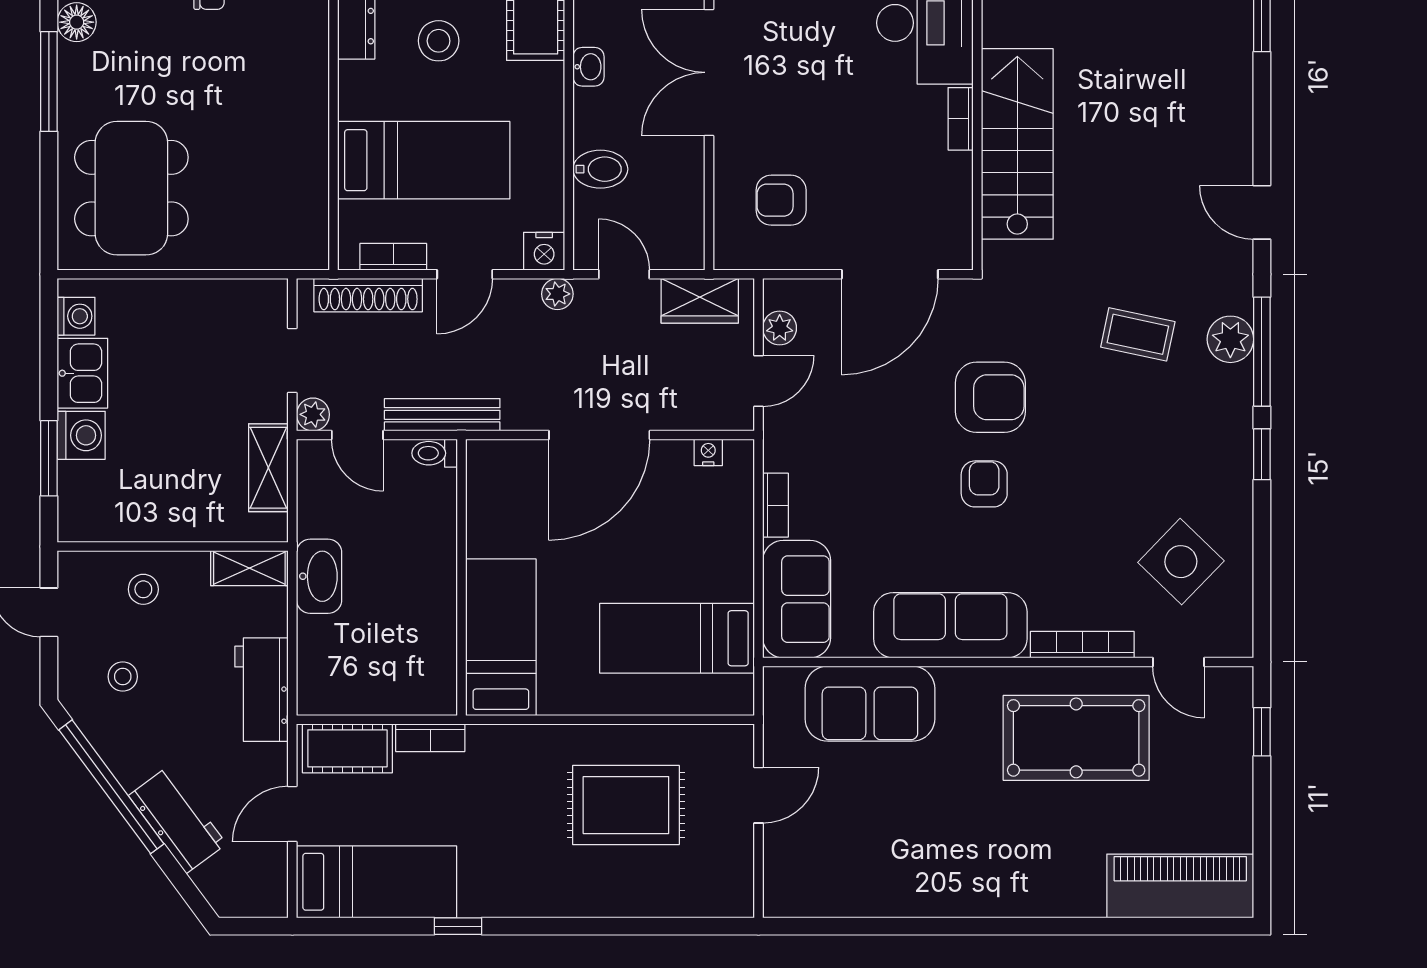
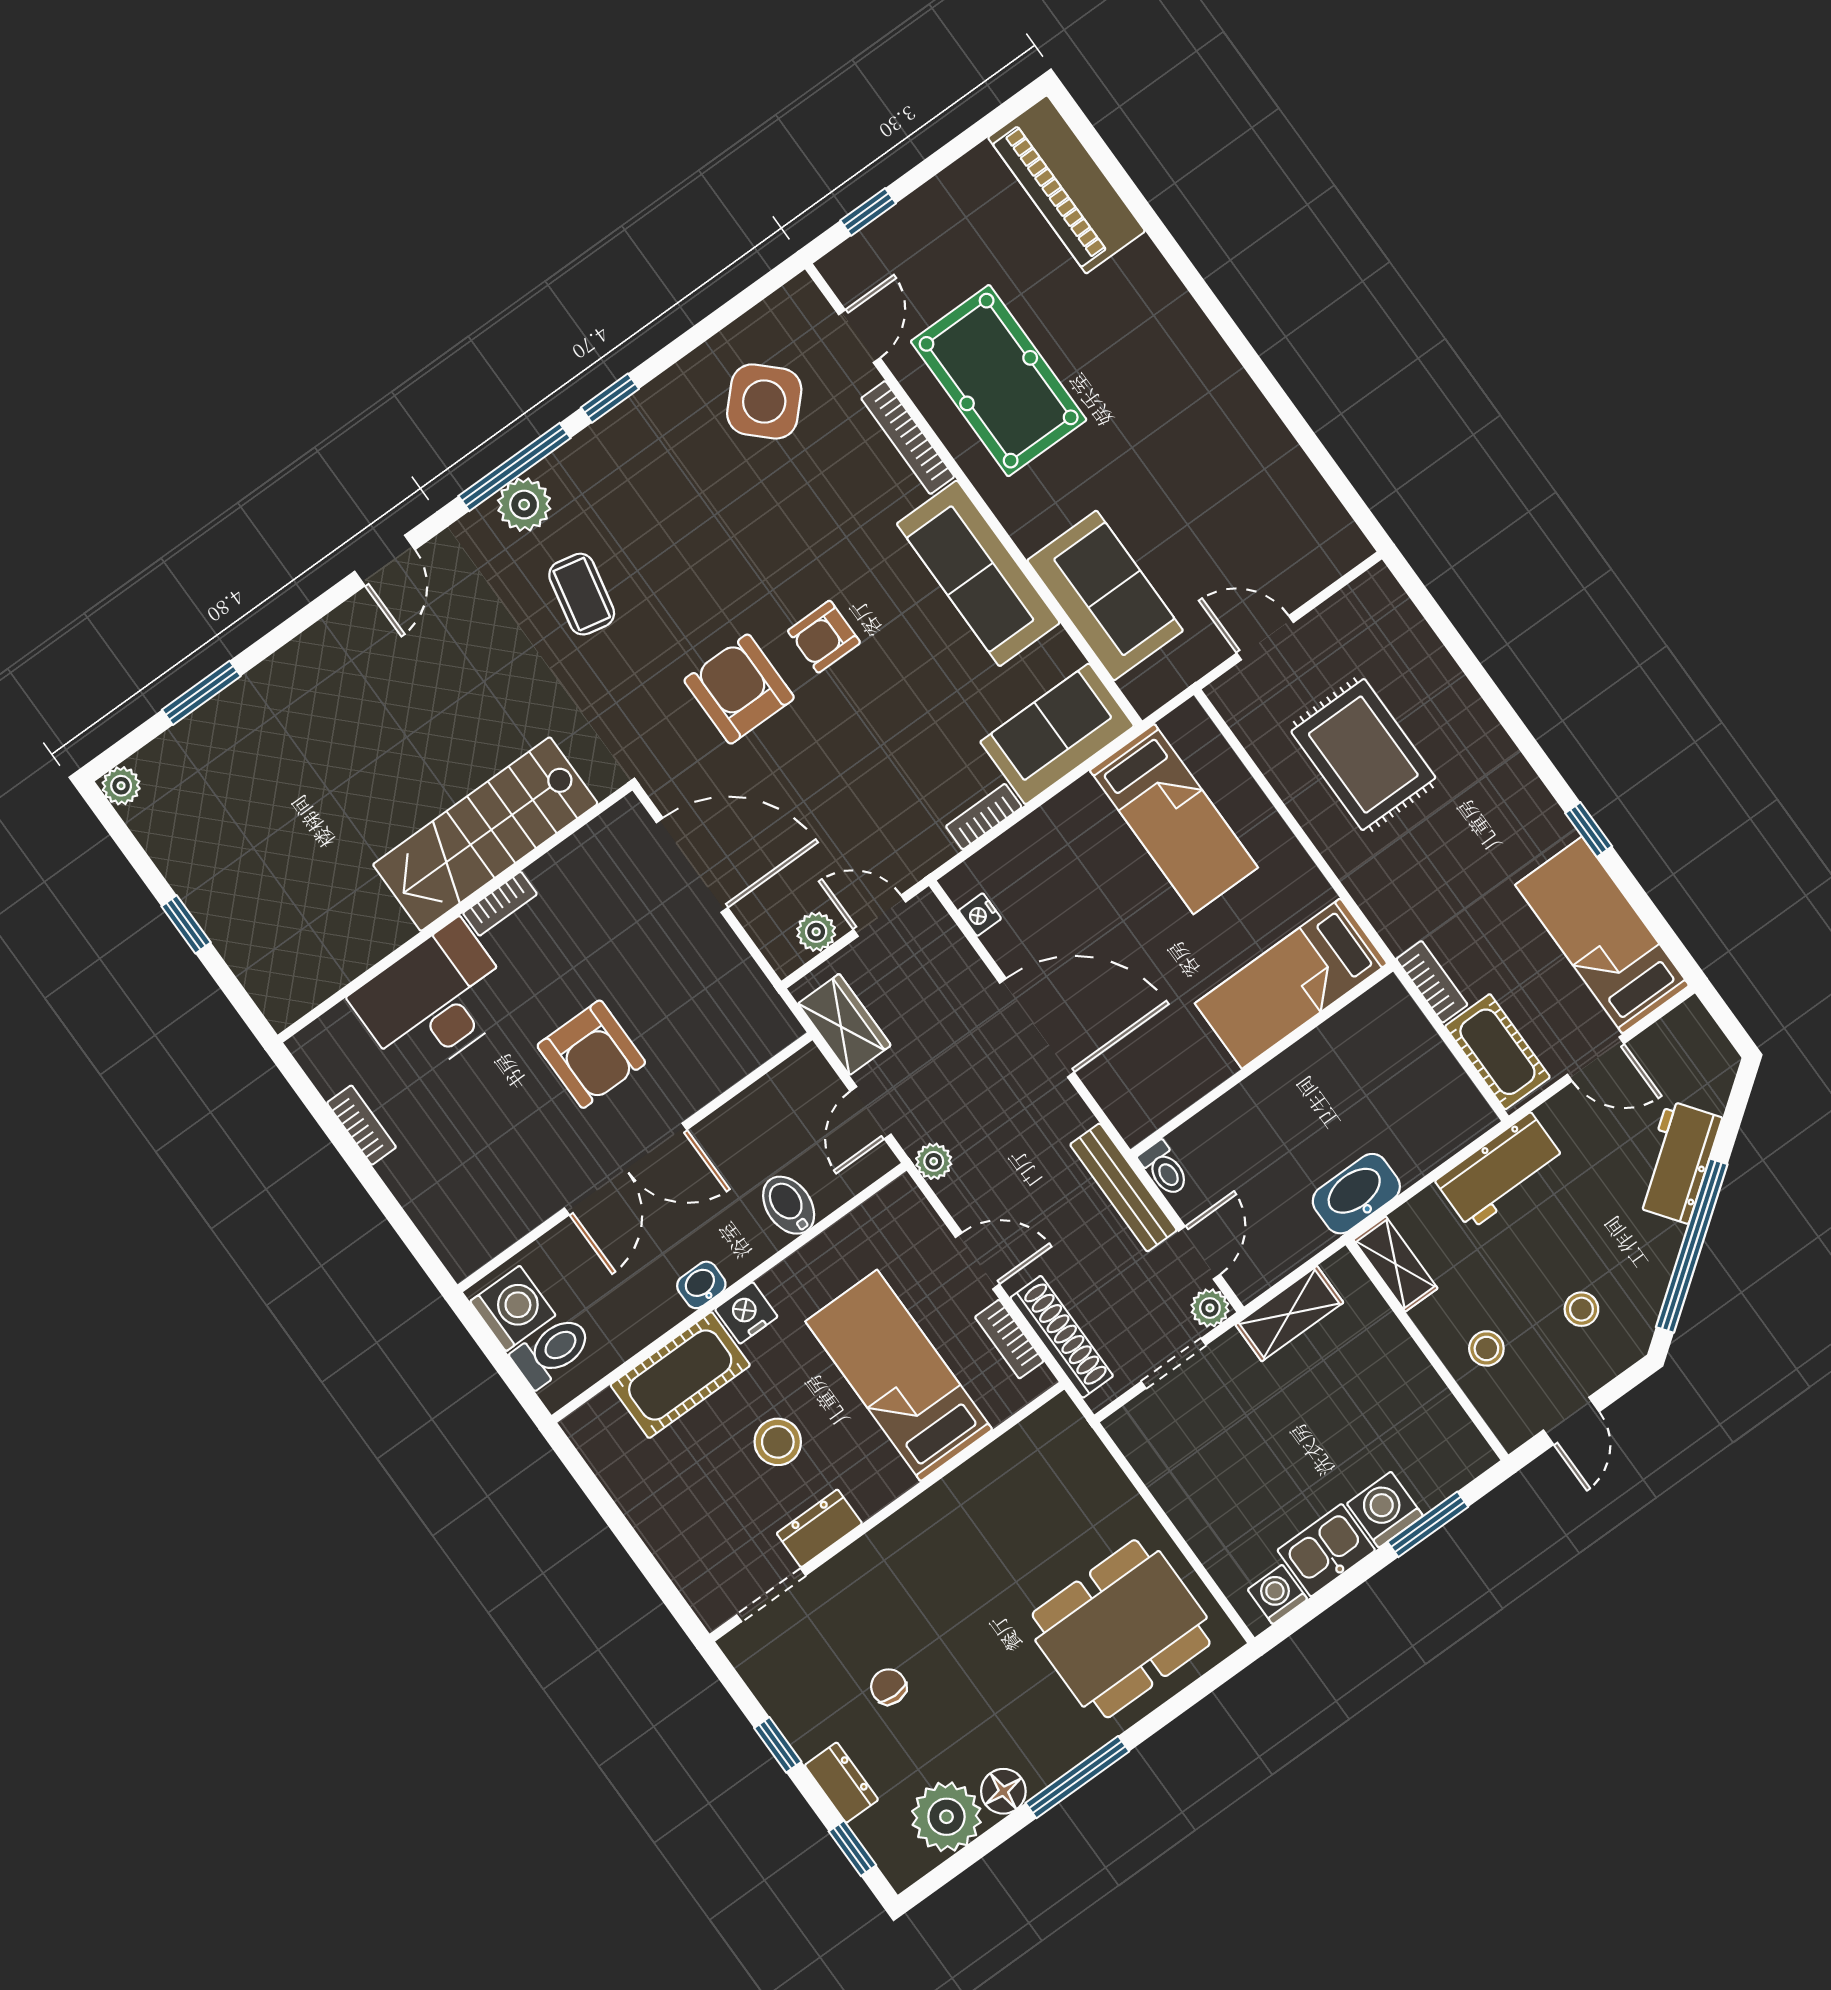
armchair: (781, 200) -> (591, 1054), moved, width x1.38, depth x1.38
nightstand: (544, 251) -> (746, 1313), moved, turned -90

